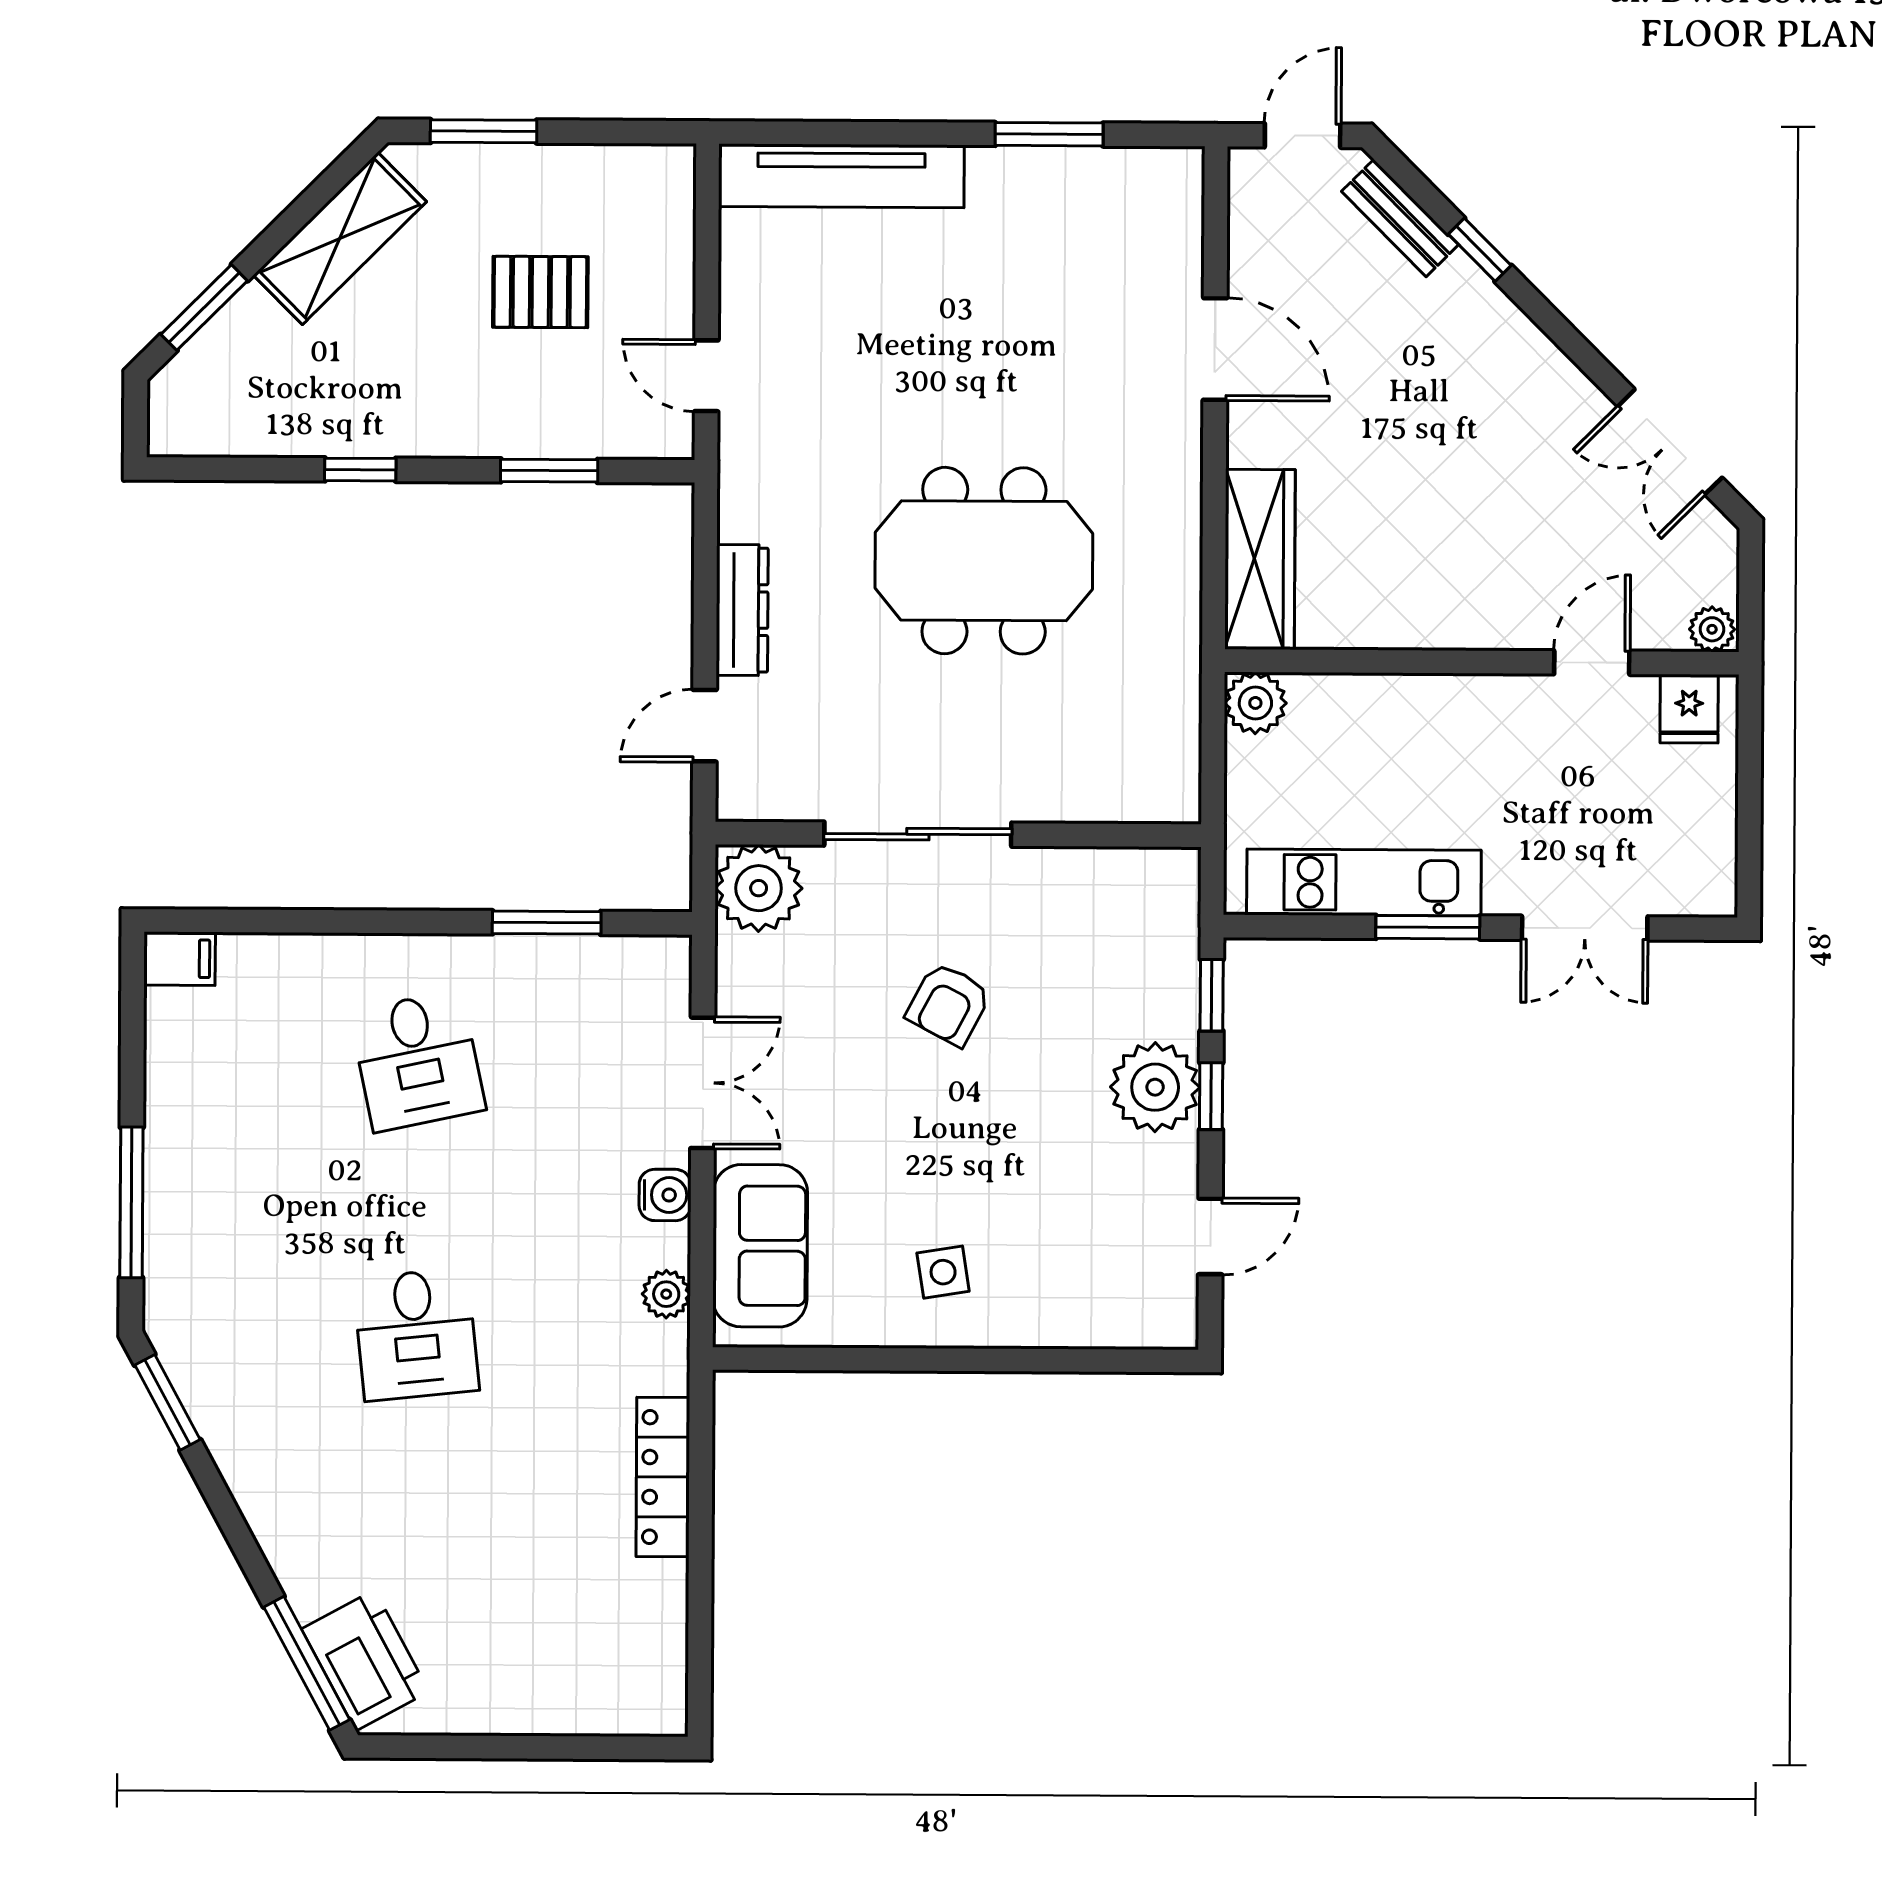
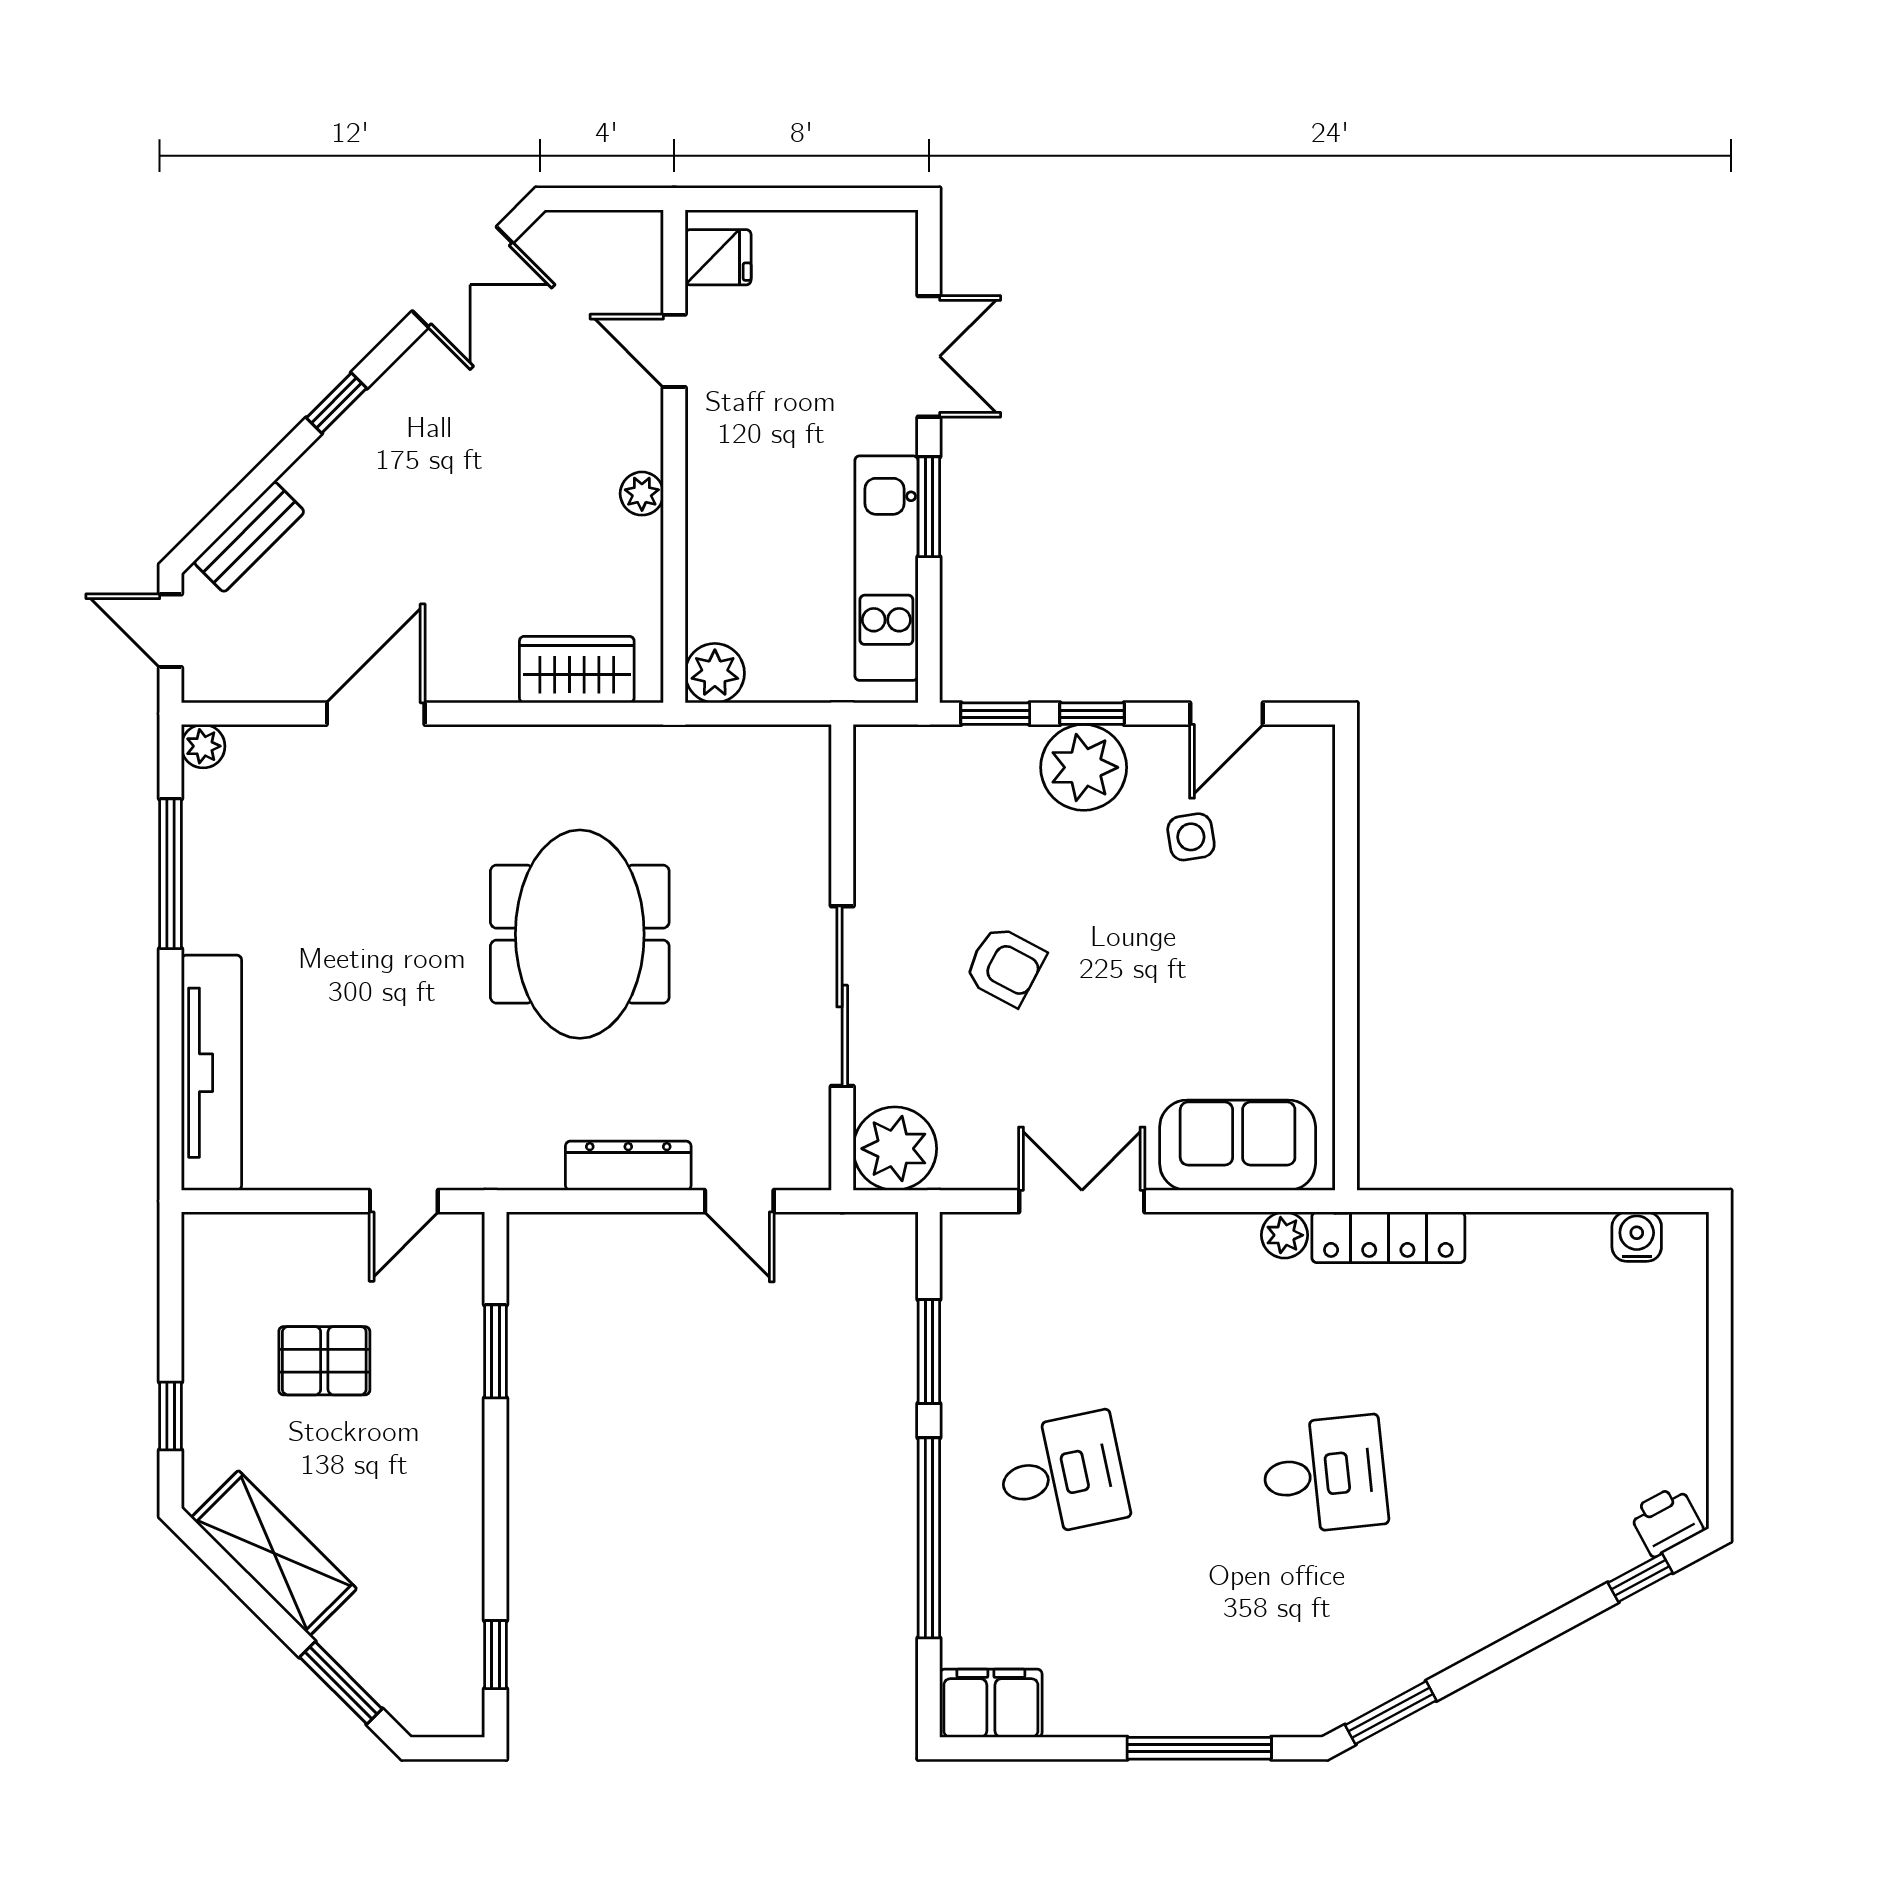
window: (484, 131) -> (171, 1416), width x0.67
window: (1049, 134) -> (171, 874), width x1.44
plant: (1182, 169) -> (203, 746), added
window: (1480, 250) -> (336, 403), moved
pallet: (540, 292) -> (324, 1361), turned 90
window: (360, 470) -> (496, 1655), moved
wardrobe: (1260, 559) -> (577, 670), width x0.67
plant: (1712, 629) -> (642, 494), moved
window: (352, 922) -> (929, 1538), added
filing cabinet: (180, 959) -> (991, 1703), width x2.00
water cooler: (665, 1195) -> (1637, 1237), moved
door: (1210, 1236) -> (1226, 714), swing flipped
side table: (943, 1272) -> (1191, 837), moved
locker: (663, 1477) -> (1388, 1237), moved
printer: (365, 1660) -> (1666, 1521), width x0.53, depth x0.68
window: (307, 1663) -> (1640, 1578), width x0.46

